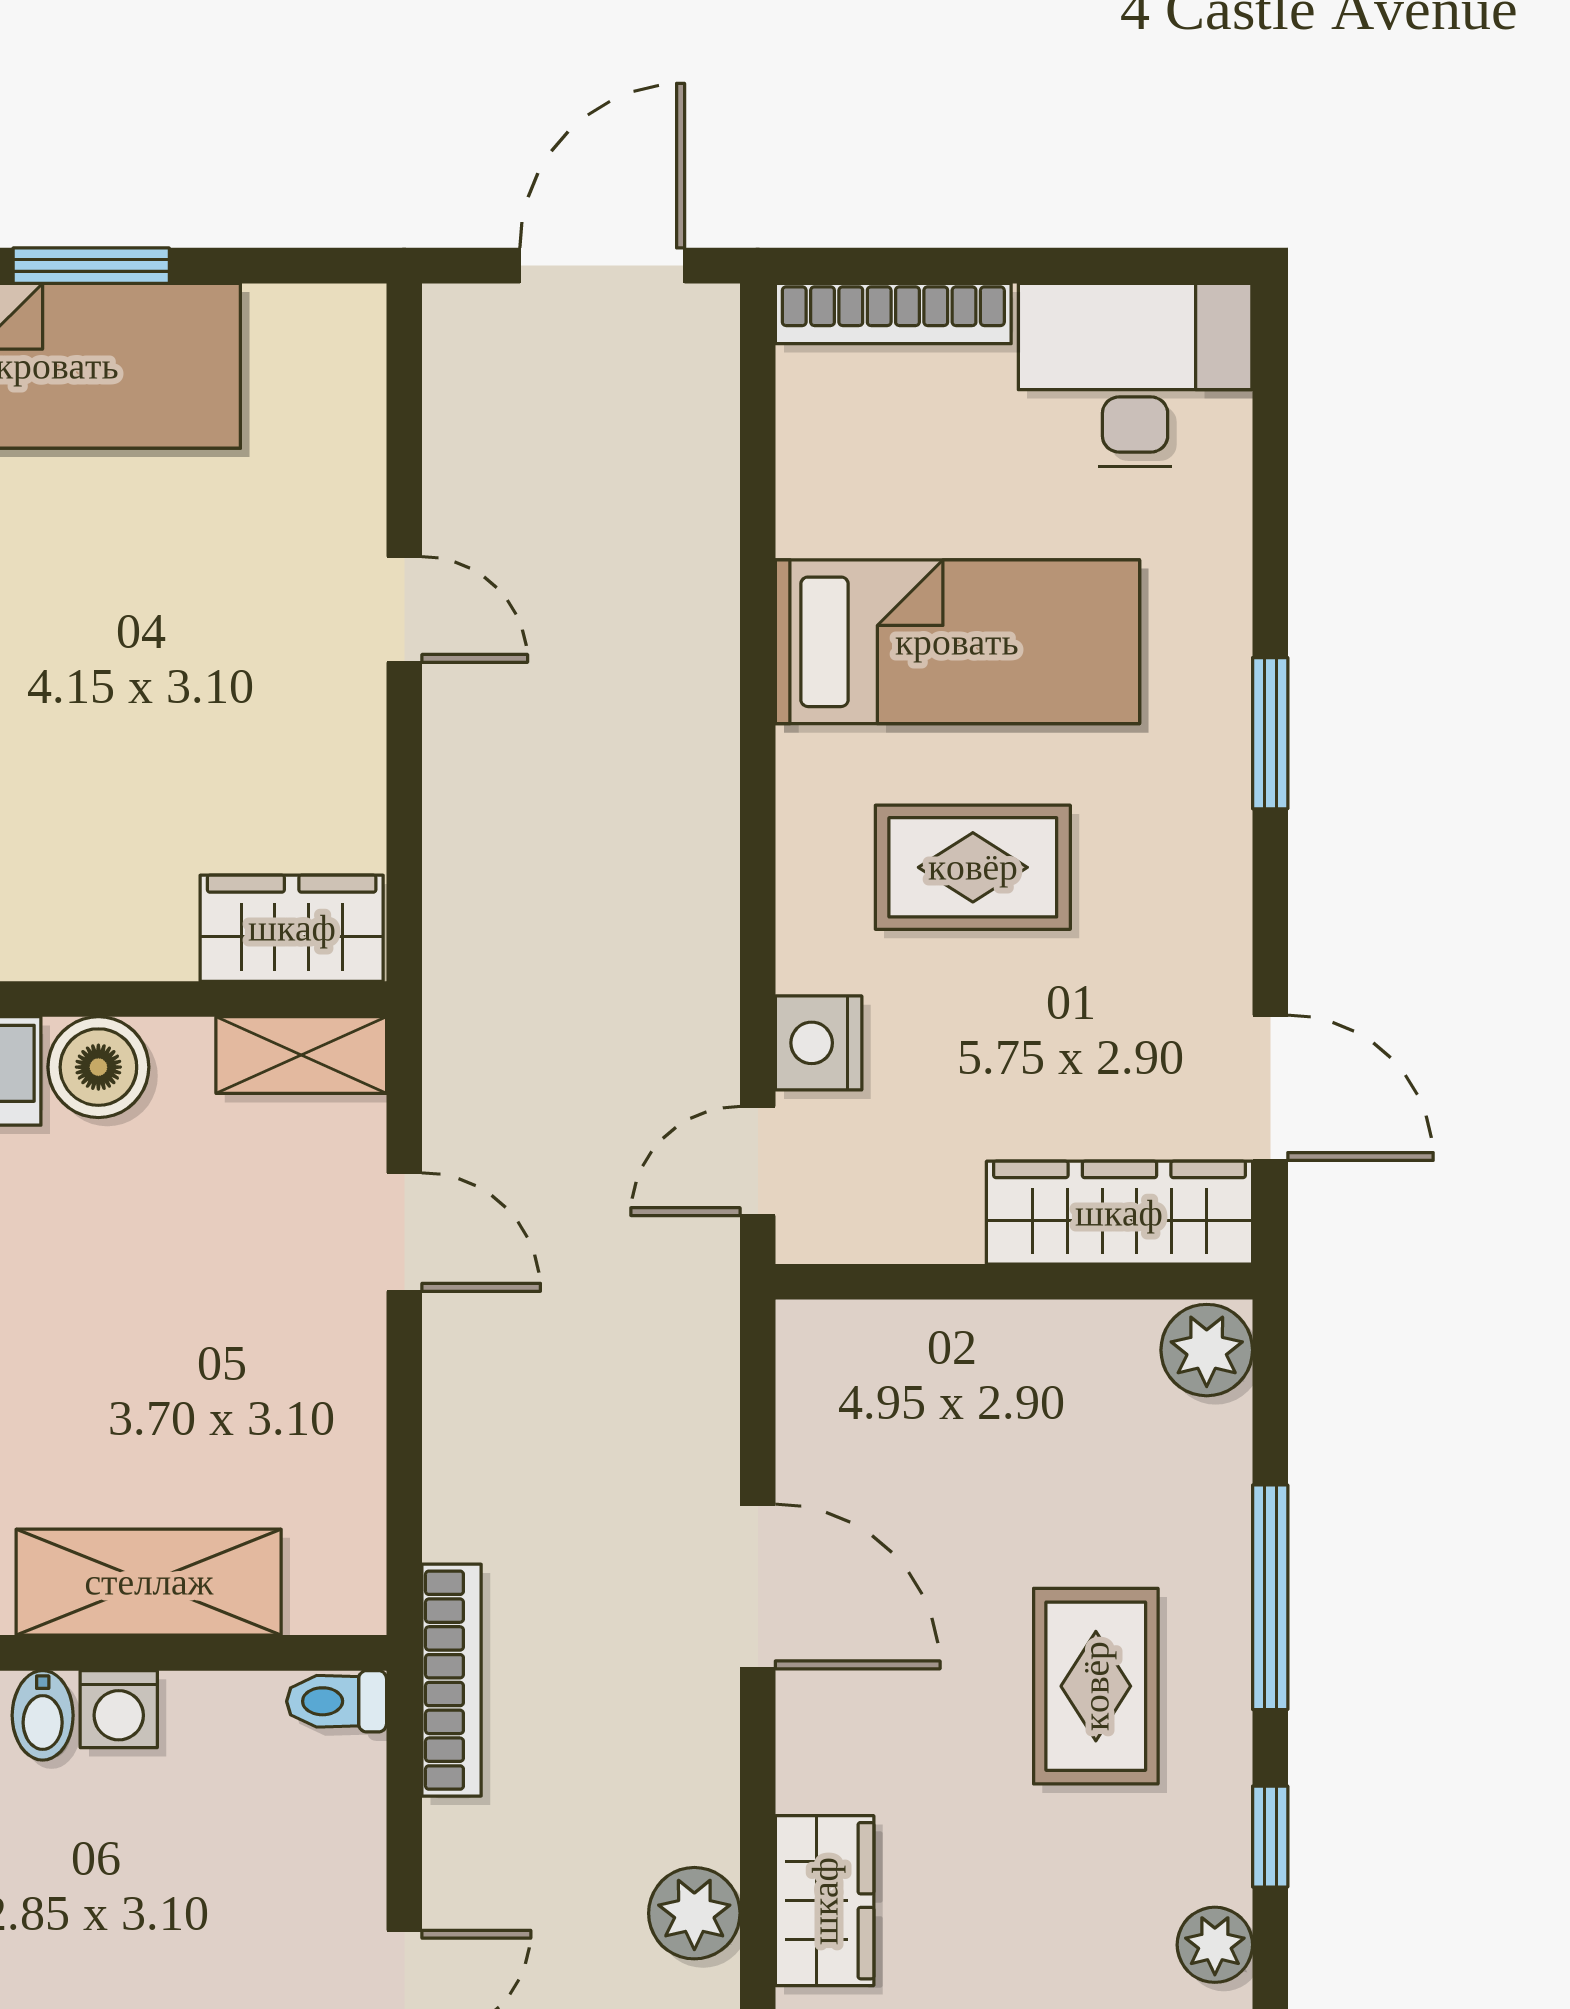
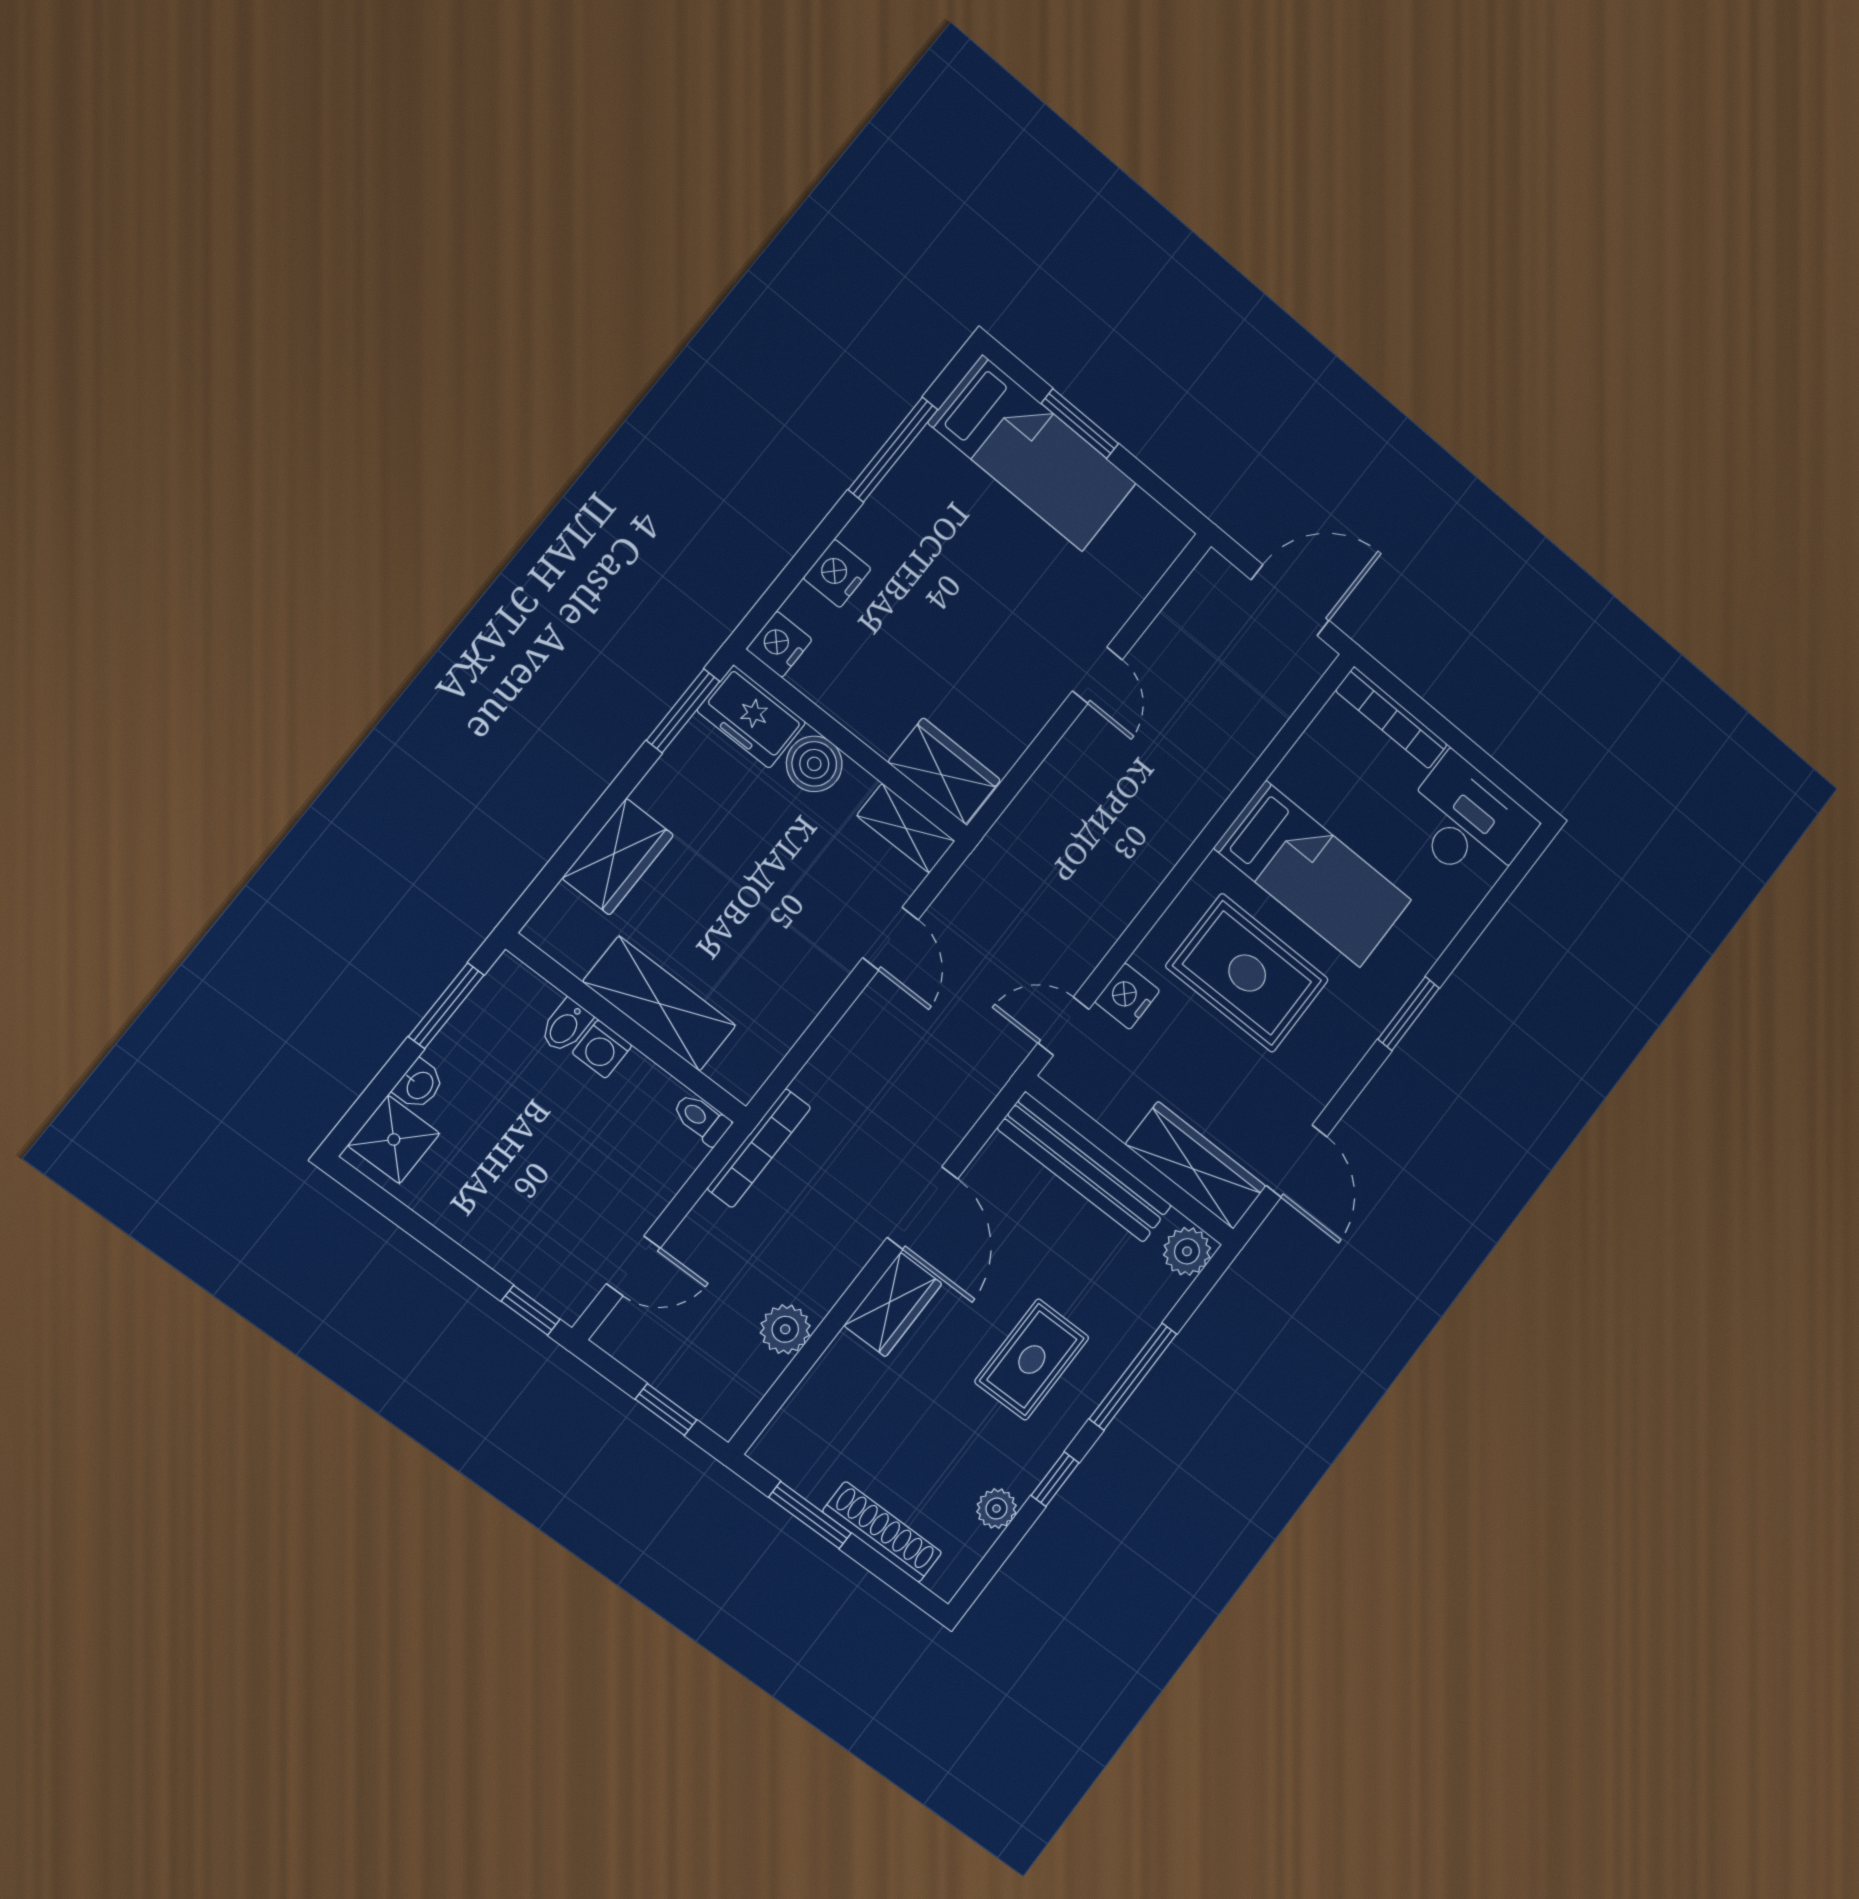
rug: (973, 867) -> (1247, 973), width x1.36, depth x1.43
bench: (952, 1343) -> (1085, 1167), added
wardrobe: (825, 1901) -> (893, 1305), moved

